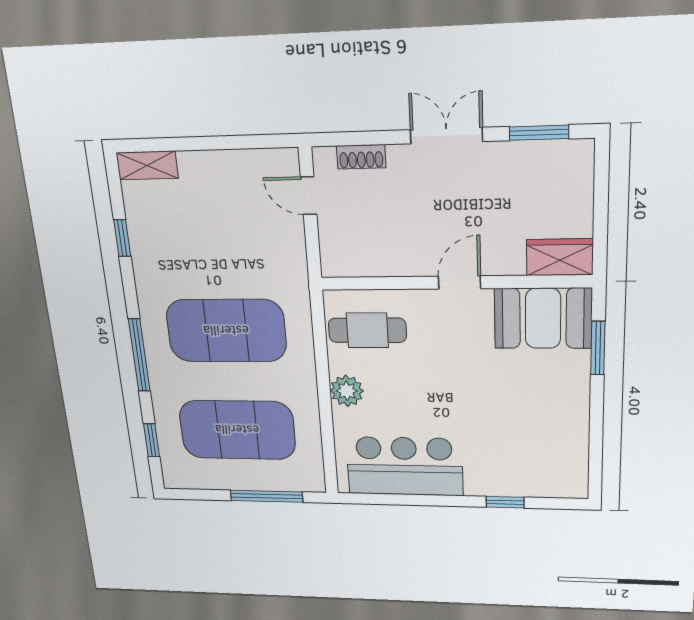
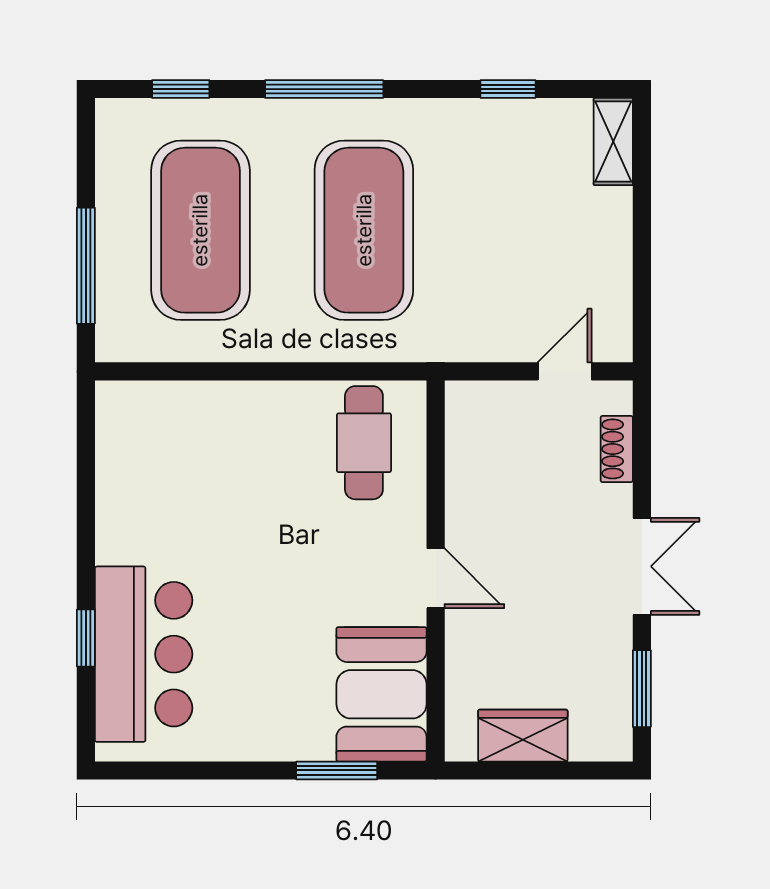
wardrobe: (560, 257) -> (523, 736), moved, turned -90
plant: (347, 391) -> (268, 406), removed
bar counter: (405, 466) -> (144, 654), moved

